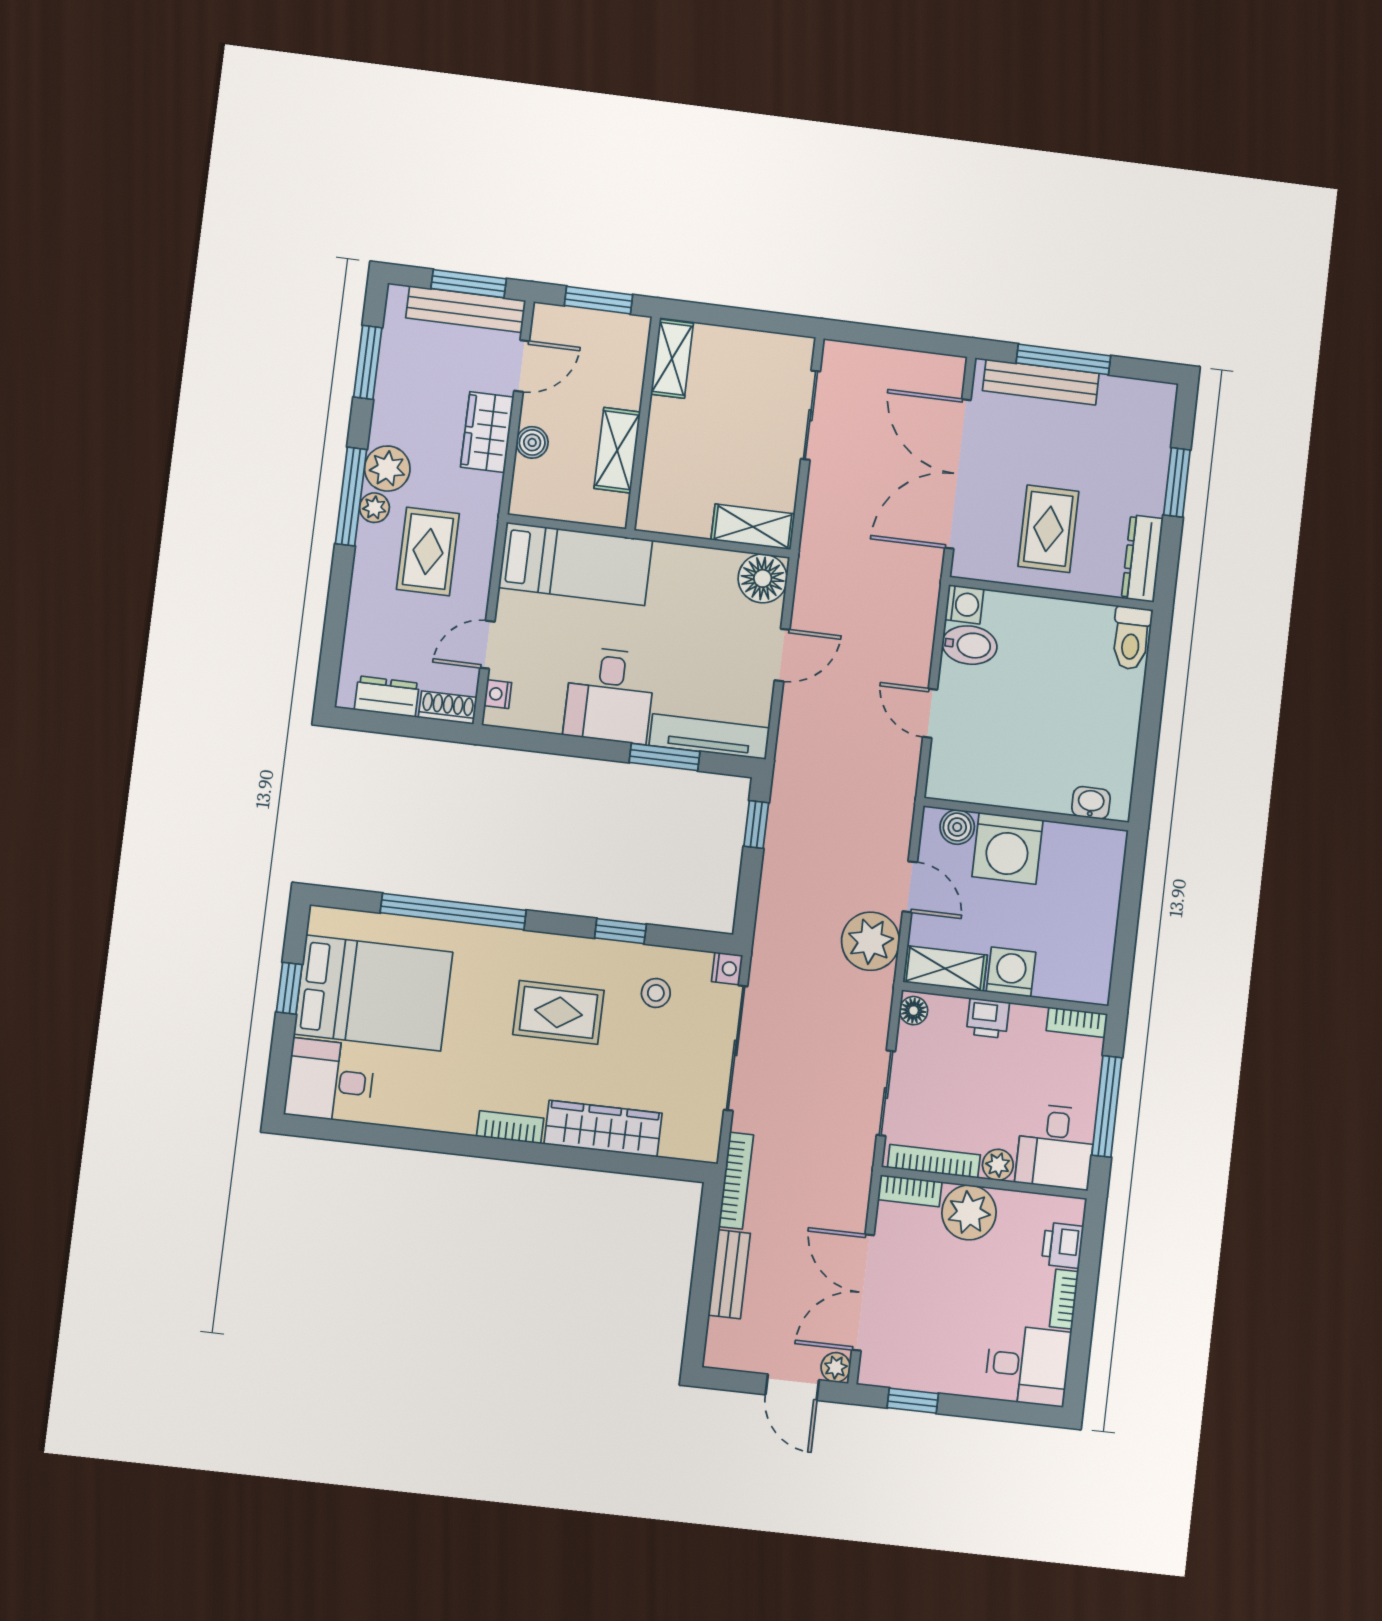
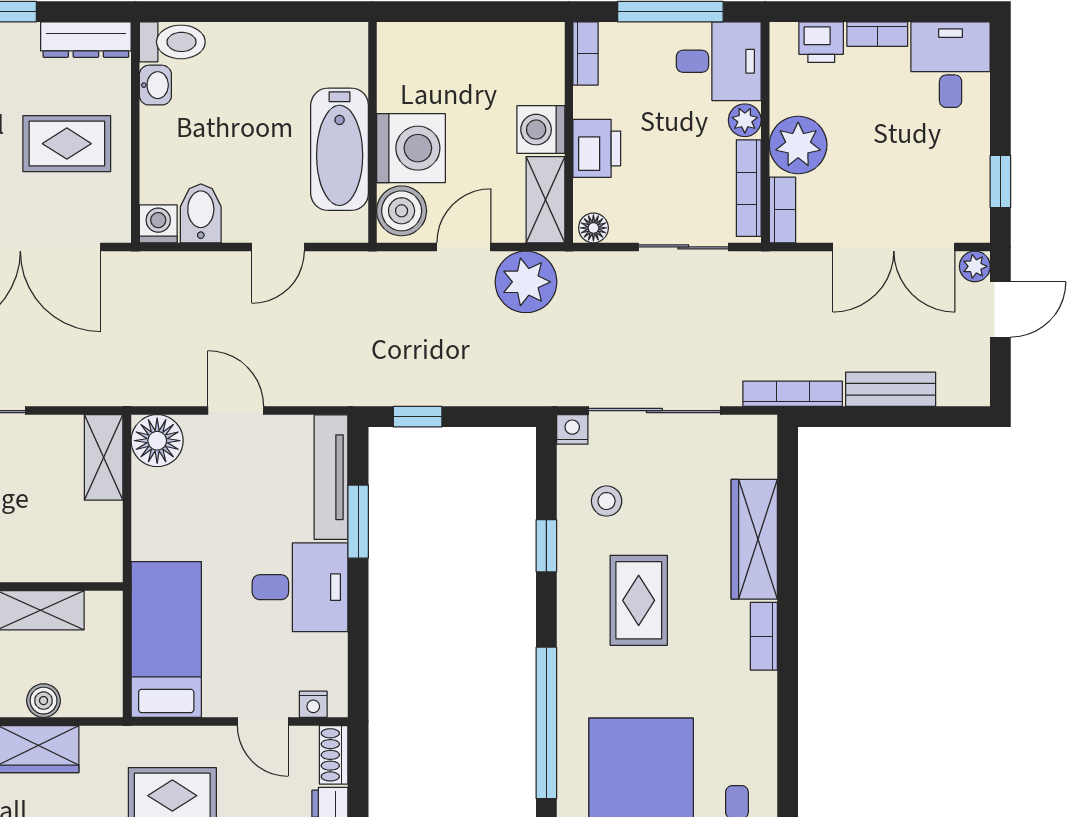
bathtub: (1014, 782) -> (340, 149), added
washbasin: (1091, 803) -> (155, 85), moved, turned 180
boiler: (957, 827) -> (402, 211), width x1.36, depth x1.36
printer: (988, 1018) -> (597, 148), width x1.36, depth x1.24

